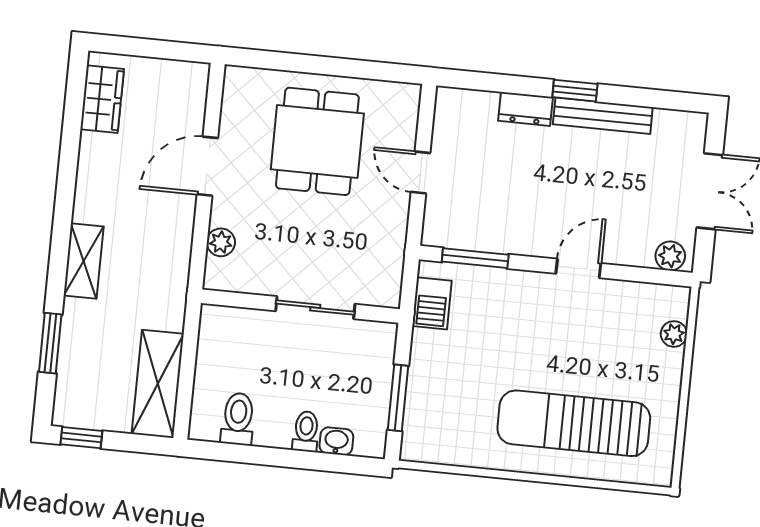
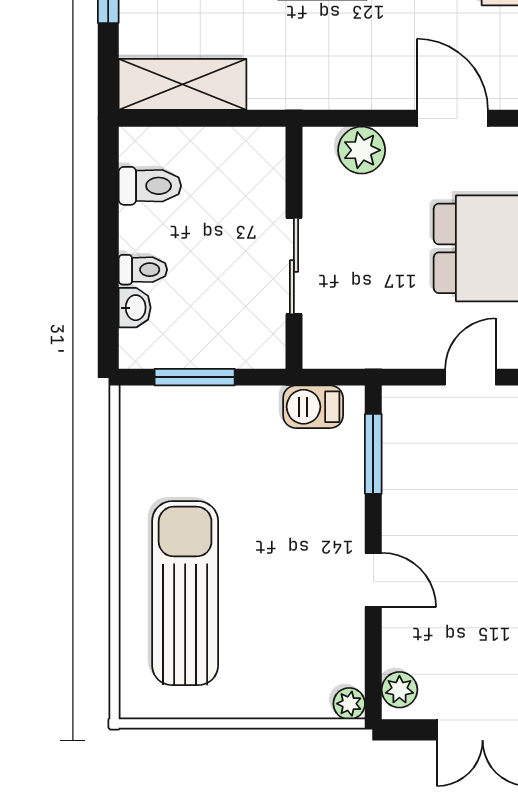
plant: (221, 242) -> (362, 150), width x1.38, depth x1.38
plant: (674, 334) -> (349, 704), moved

